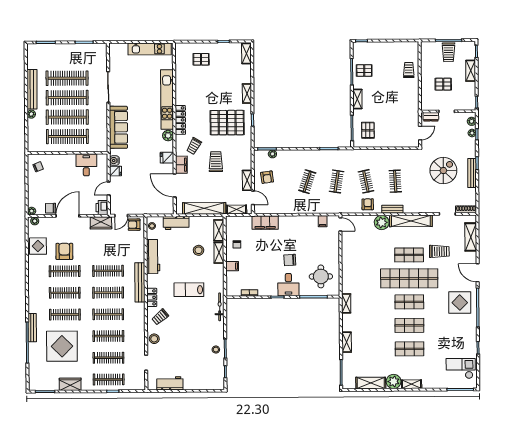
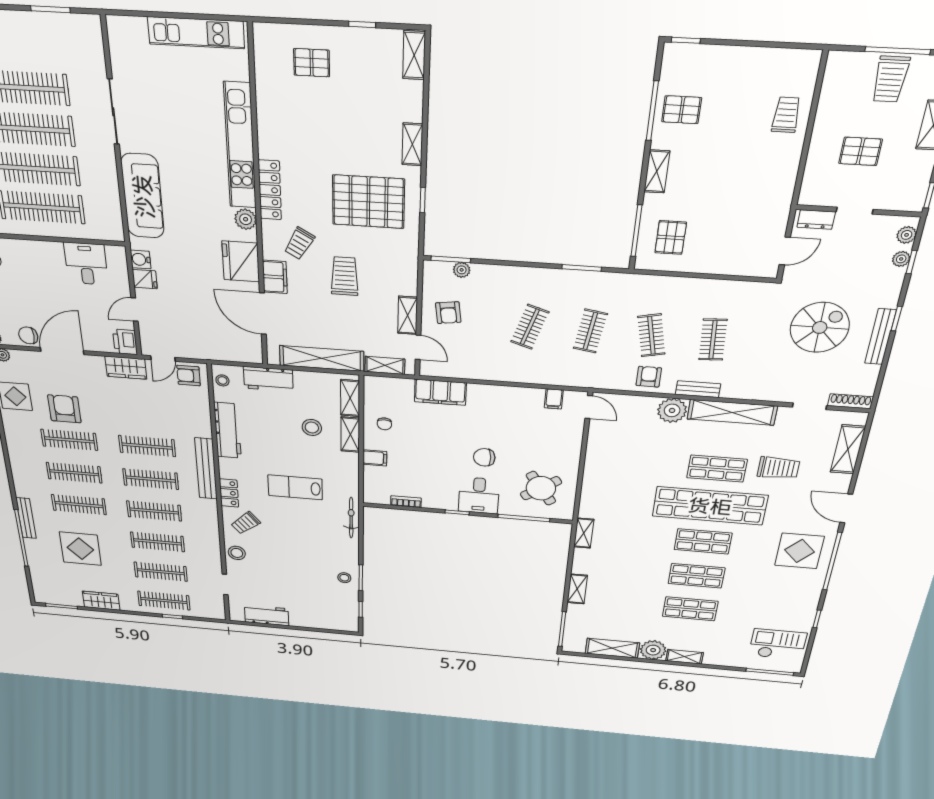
fridge: (167, 158) -> (241, 261), width x1.88, depth x1.34
round table: (321, 276) -> (541, 488), turned -35
display table: (62, 346) -> (80, 549), width x0.73, depth x0.73

